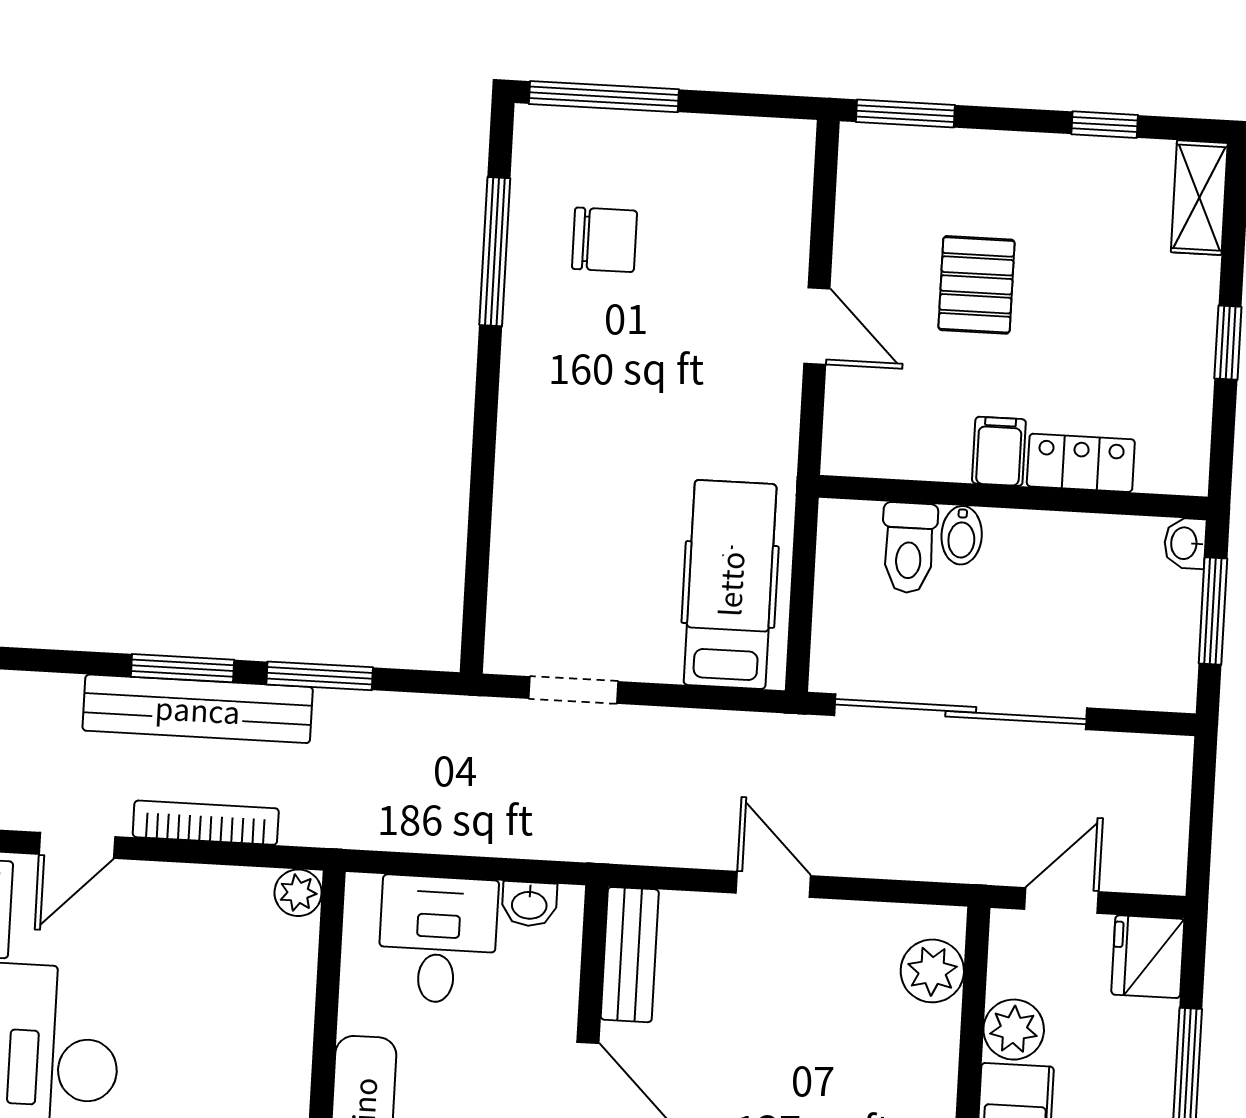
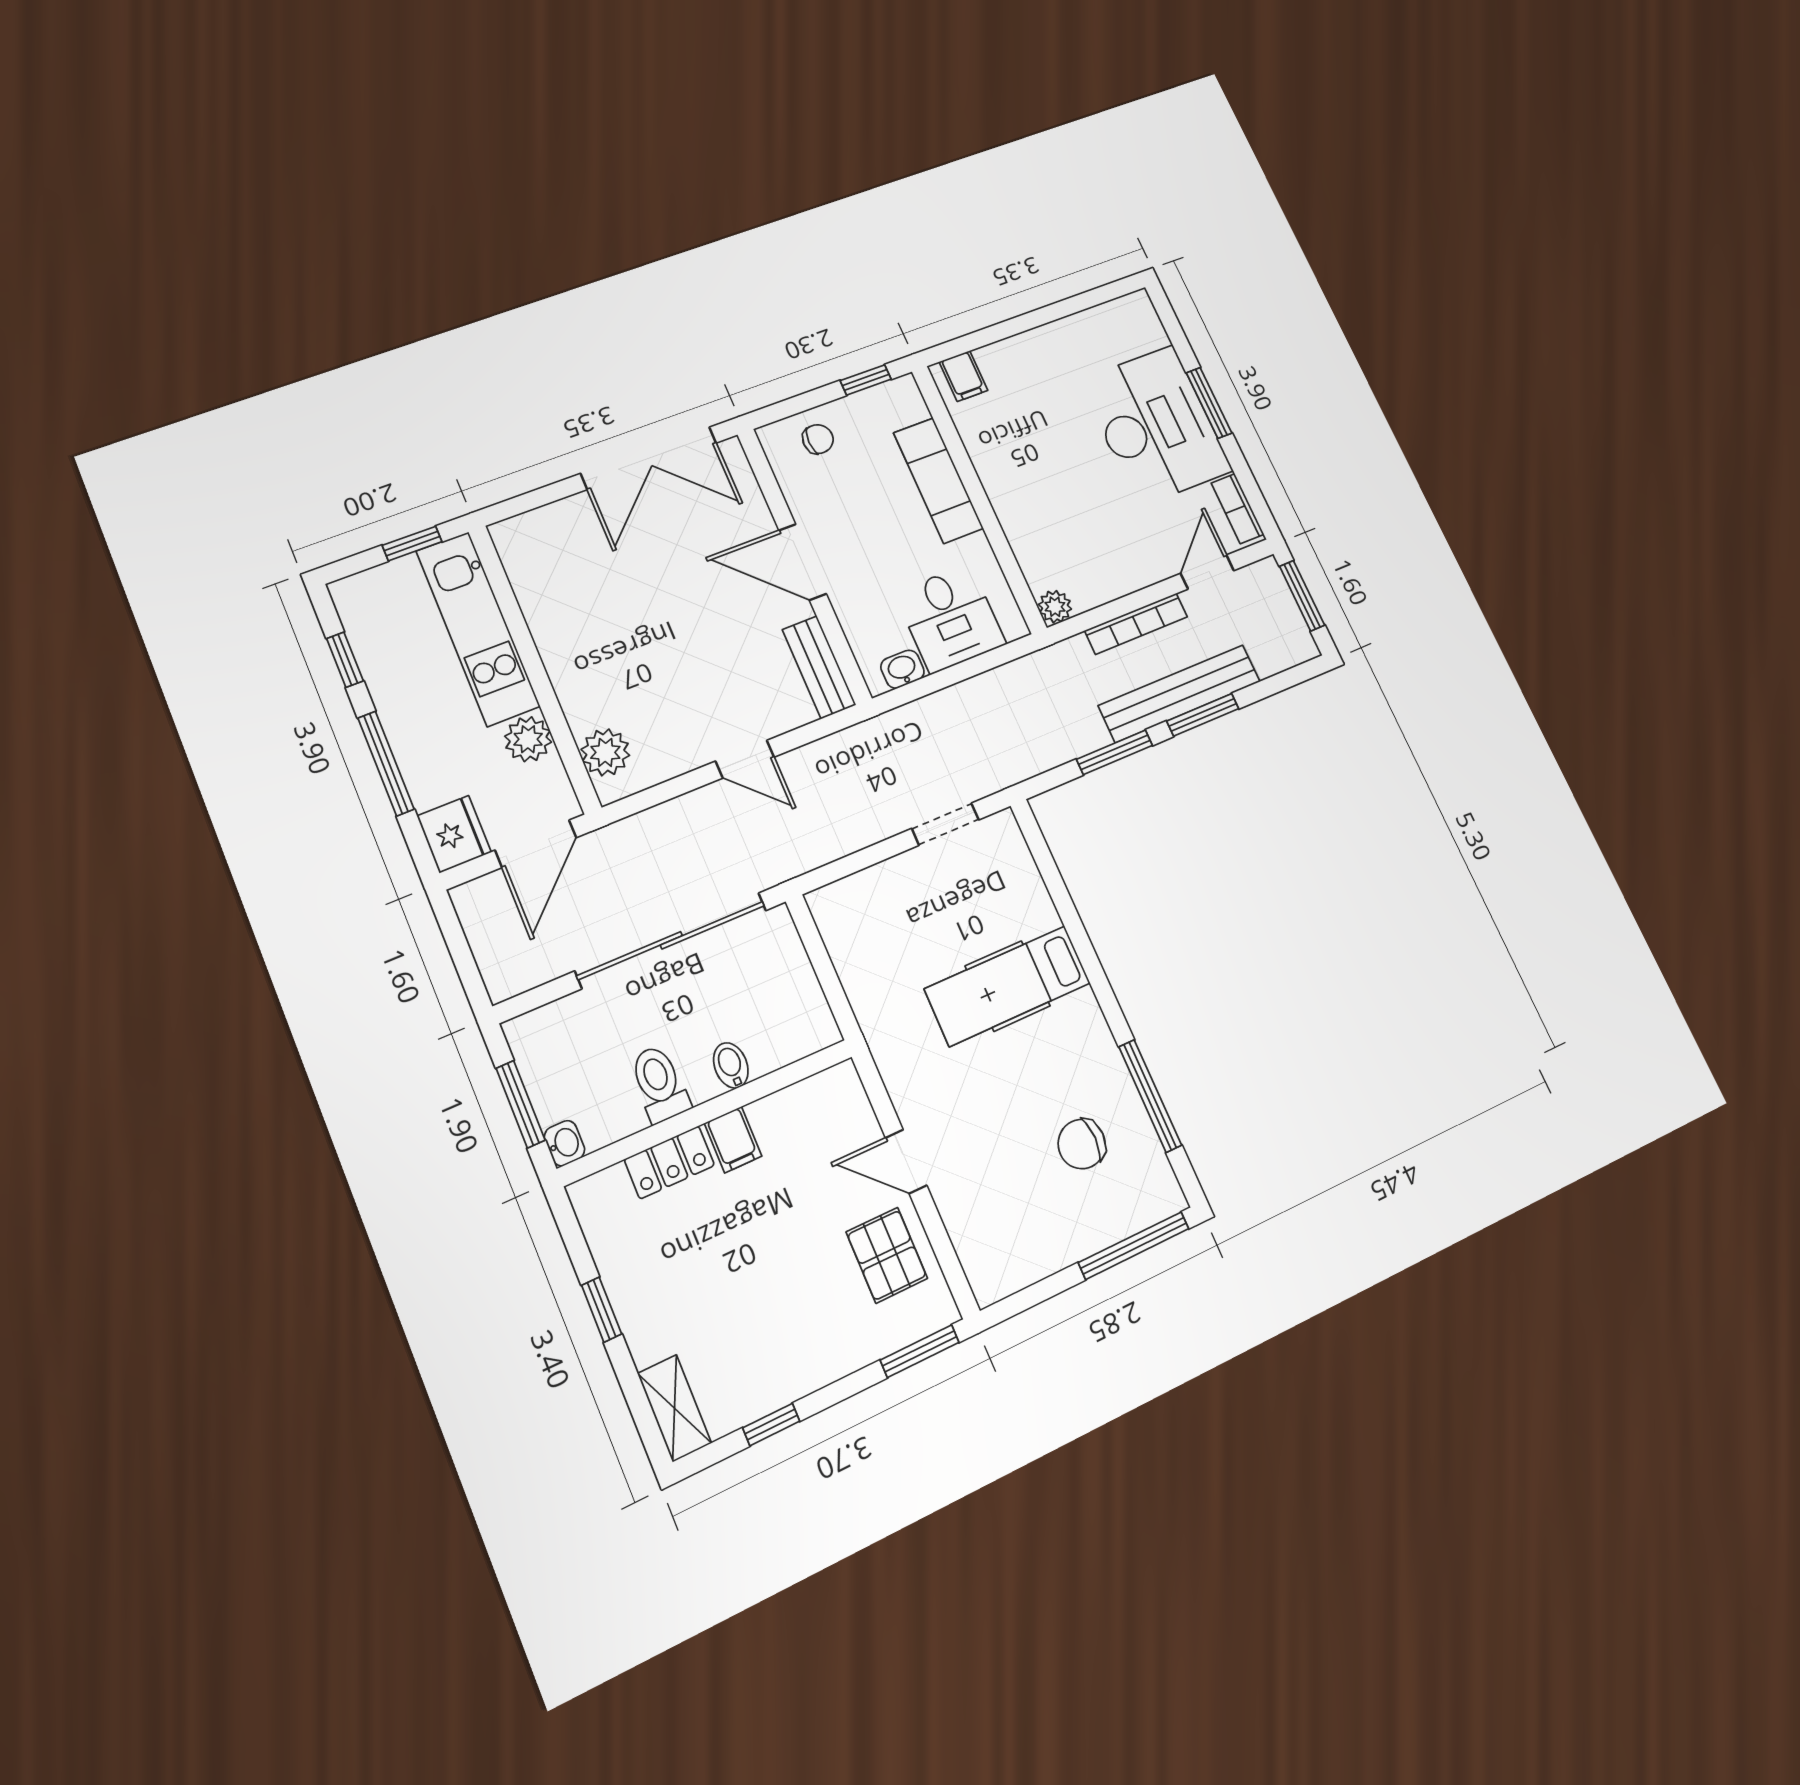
pallet: (976, 285) -> (887, 1255), moved
toilet: (909, 548) -> (659, 1084), moved
hospital bed: (730, 584) -> (1008, 986), moved, turned 90
door: (1062, 900) -> (536, 844), width x1.38

